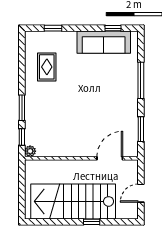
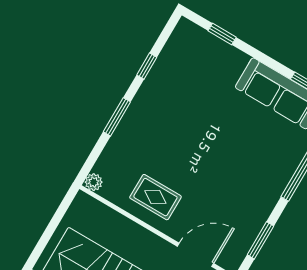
rug: (47, 67) -> (155, 197), moved, turned 90
window: (22, 137) -> (147, 66), moved

